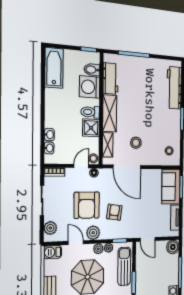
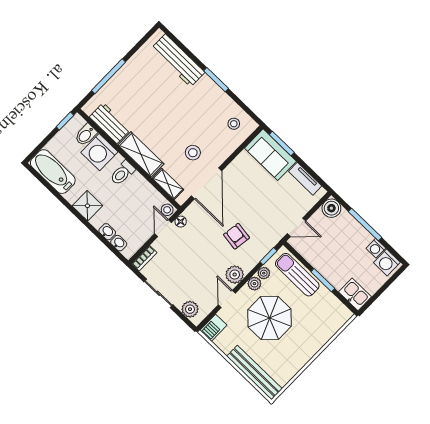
shower: (91, 128) -> (87, 206), moved
door: (127, 167) -> (207, 183), hinge flipped
armchair: (87, 205) -> (203, 257), removed
door: (76, 243) -> (227, 299), hinge flipped

